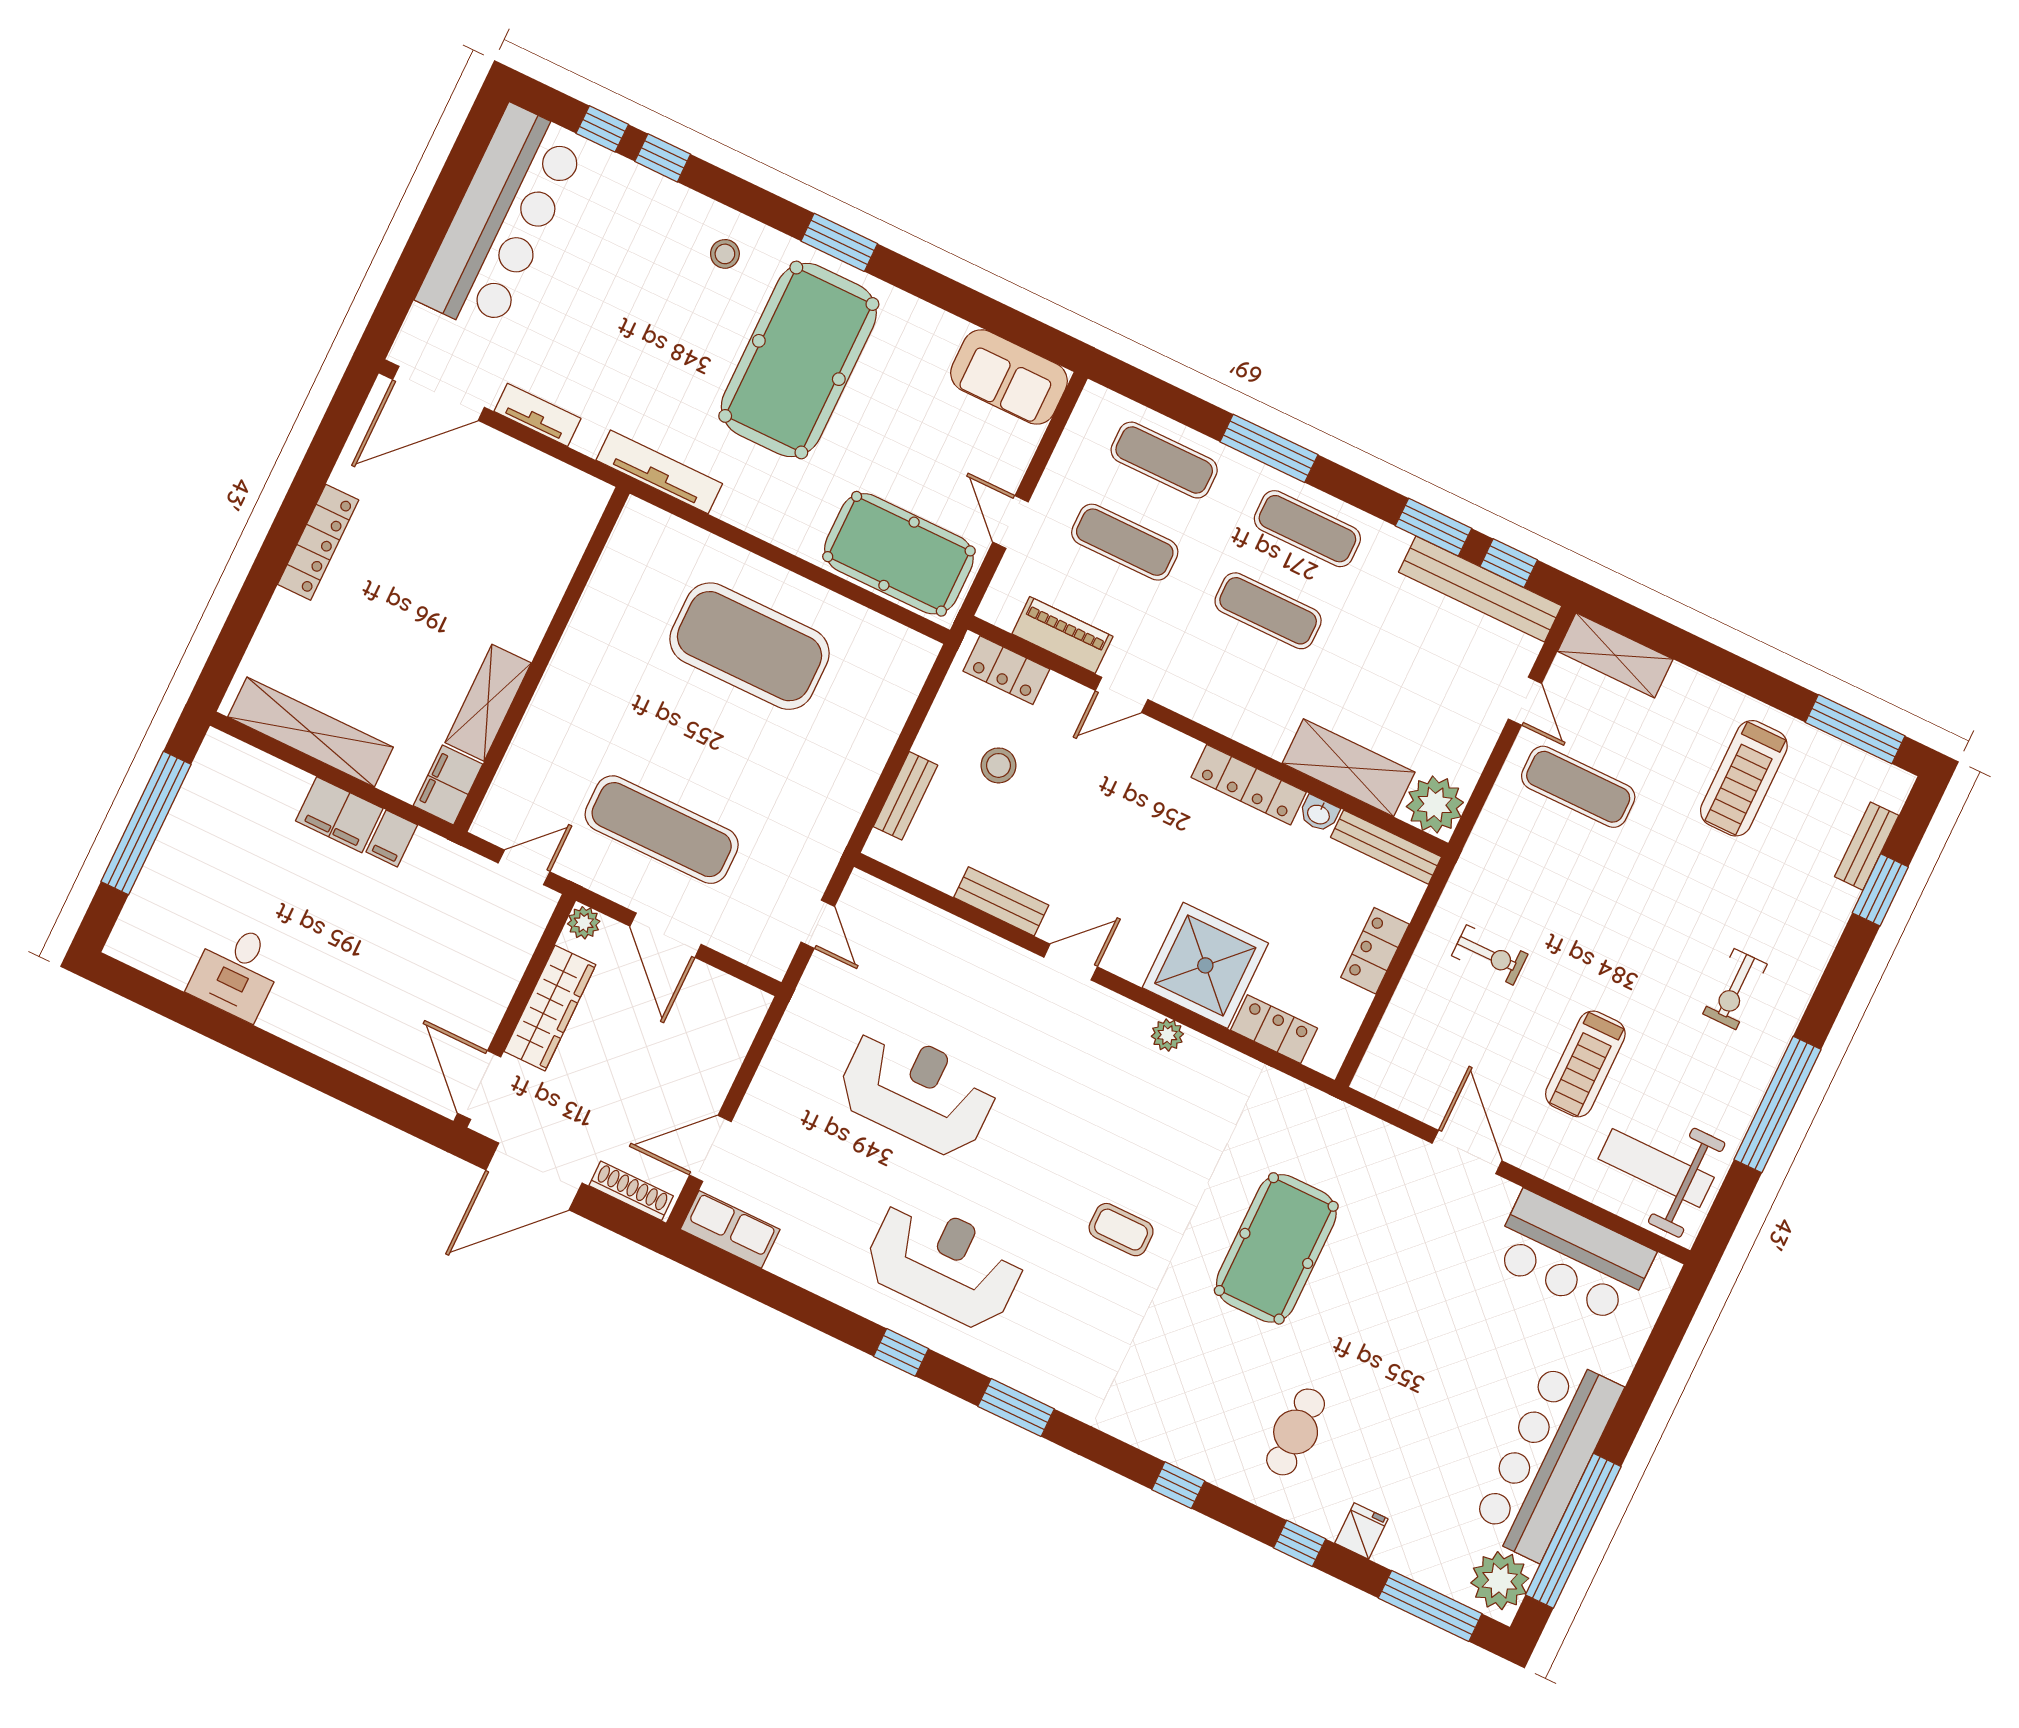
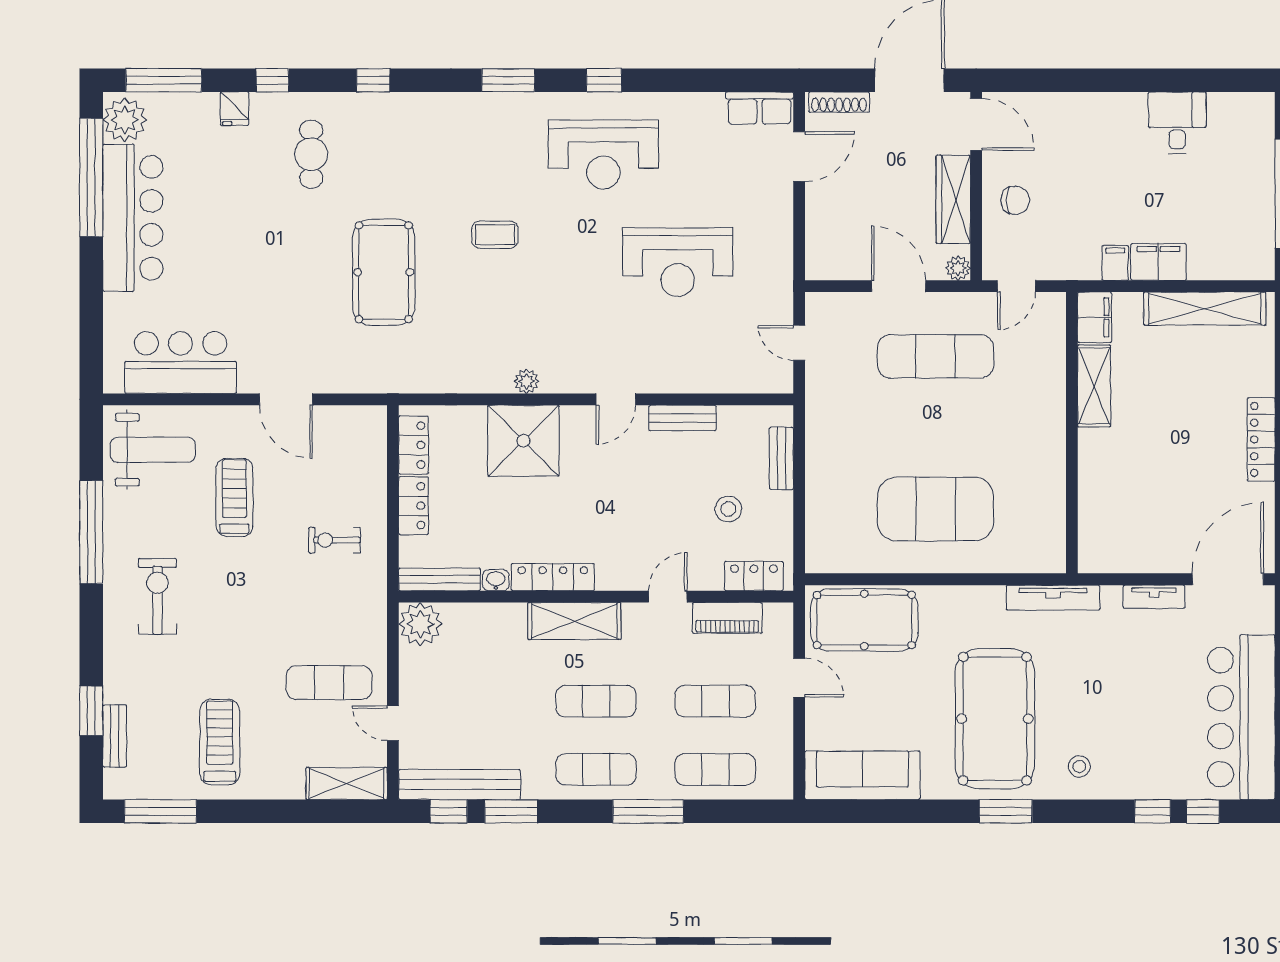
sofa: (1009, 377) -> (862, 775), width x1.36
shelving: (1349, 768) -> (574, 621), moved
chair: (476, 971) -> (1015, 200), added
exercise bike: (1735, 989) -> (157, 596), width x1.38, depth x1.39
locker: (1274, 1029) -> (414, 445), moved, turned -90

